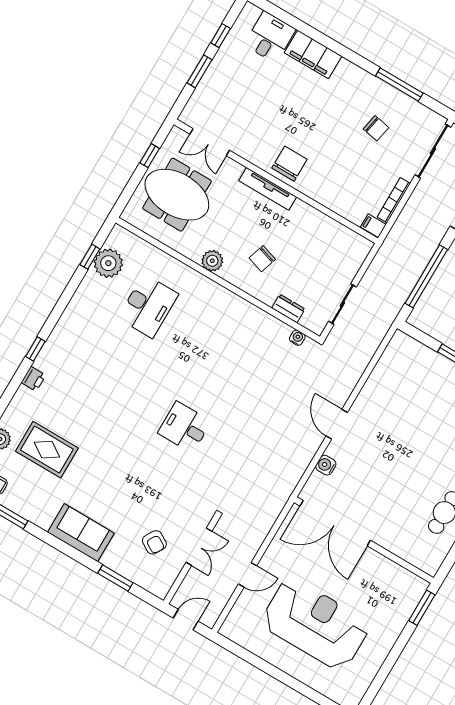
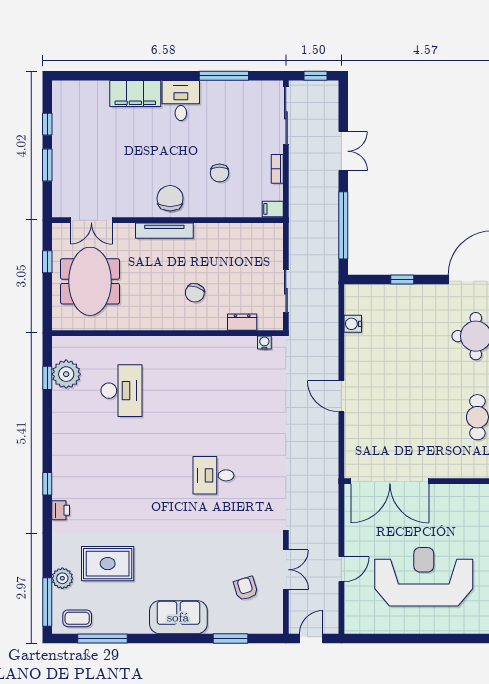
desk: (270, 37) -> (181, 101), moved
chair: (376, 128) -> (219, 173), moved, turned 79
meeting table: (177, 195) -> (90, 281), turned 90
bookcase: (394, 200) -> (277, 169), width x0.64
plant: (212, 261) -> (153, 320), removed
water cooler: (326, 465) -> (353, 324), moved
armchair: (154, 542) -> (246, 588), turned -138

